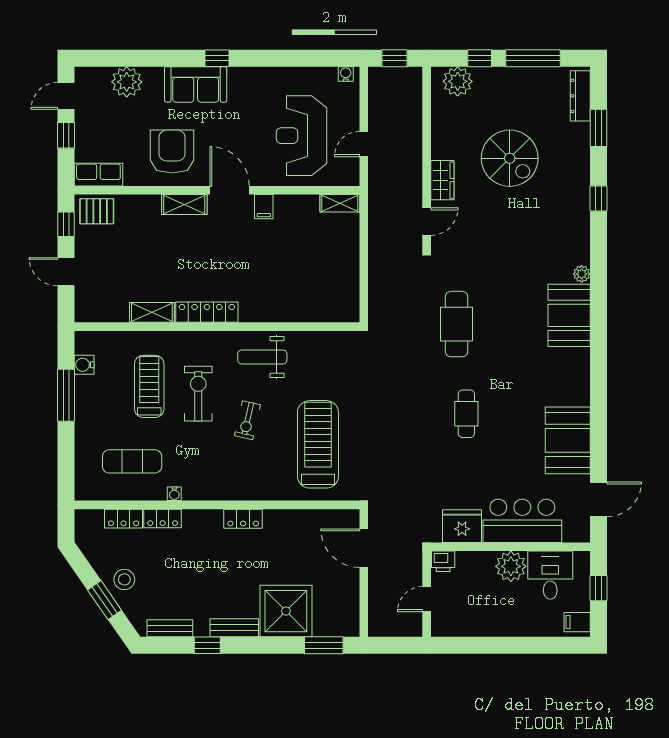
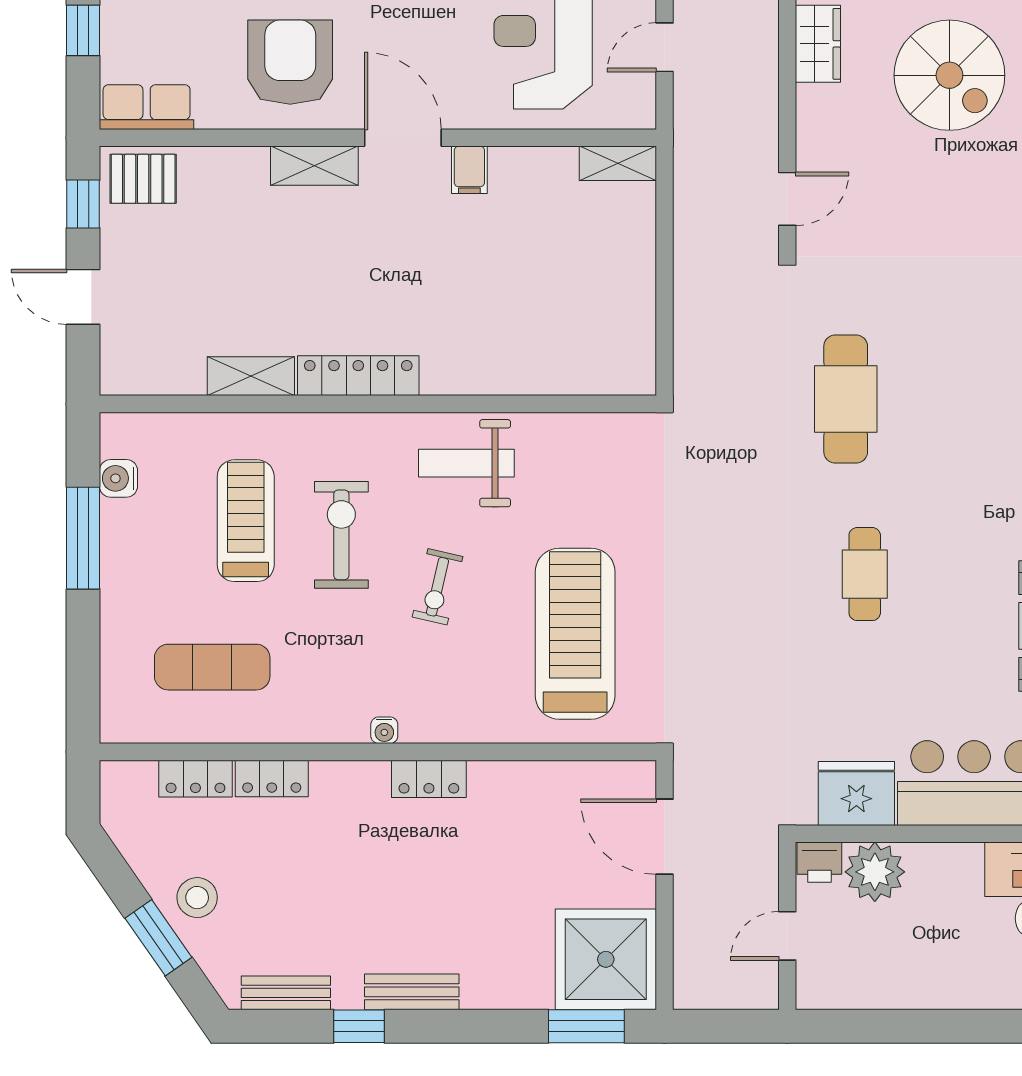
wardrobe: (442, 180) -> (818, 44), moved
water cooler: (174, 494) -> (384, 730), moved
plant: (511, 566) -> (875, 872), moved
shower: (286, 611) -> (606, 959), moved

